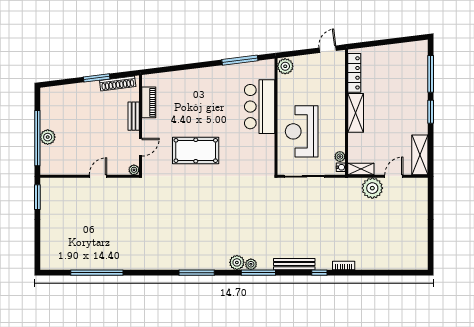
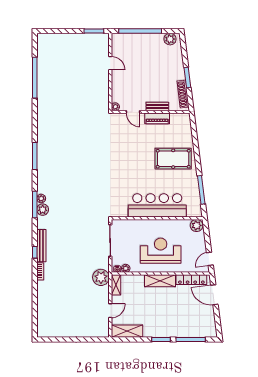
door: (374, 44) -> (214, 295), added
door: (328, 49) -> (210, 259), swing flipped
piano: (149, 102) -> (157, 118), moved
bar counter: (260, 107) -> (157, 205), width x1.36
reception desk: (302, 131) -> (161, 251), moved
plant: (48, 137) -> (170, 39), moved
pool table: (196, 150) -> (173, 159), moved, turned 90
door: (98, 176) -> (110, 63), moved
door: (394, 176) -> (110, 311), hinge flipped
plant: (372, 188) -> (101, 277), moved
plant: (237, 262) -> (43, 210), moved
bench: (294, 264) -> (41, 246), moved

